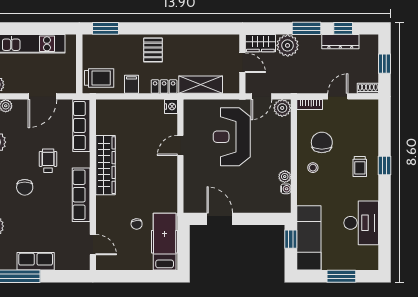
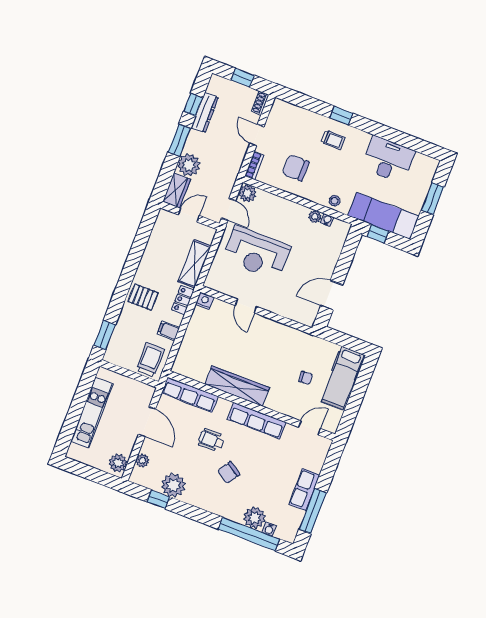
stool: (313, 168) -> (335, 201), moved
chair: (25, 187) -> (229, 473), turned 124
hospital bed: (165, 242) -> (343, 378), moved, turned -90

